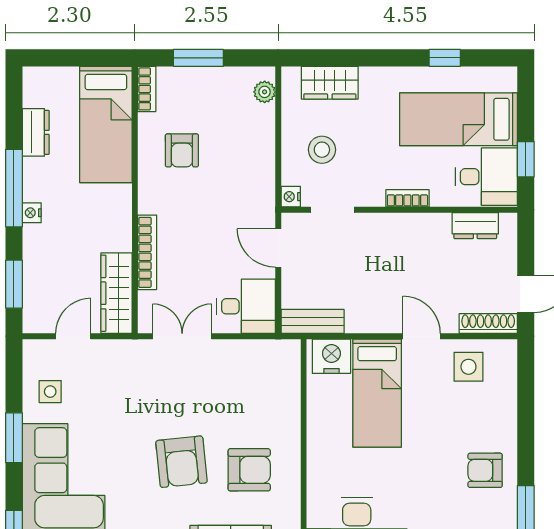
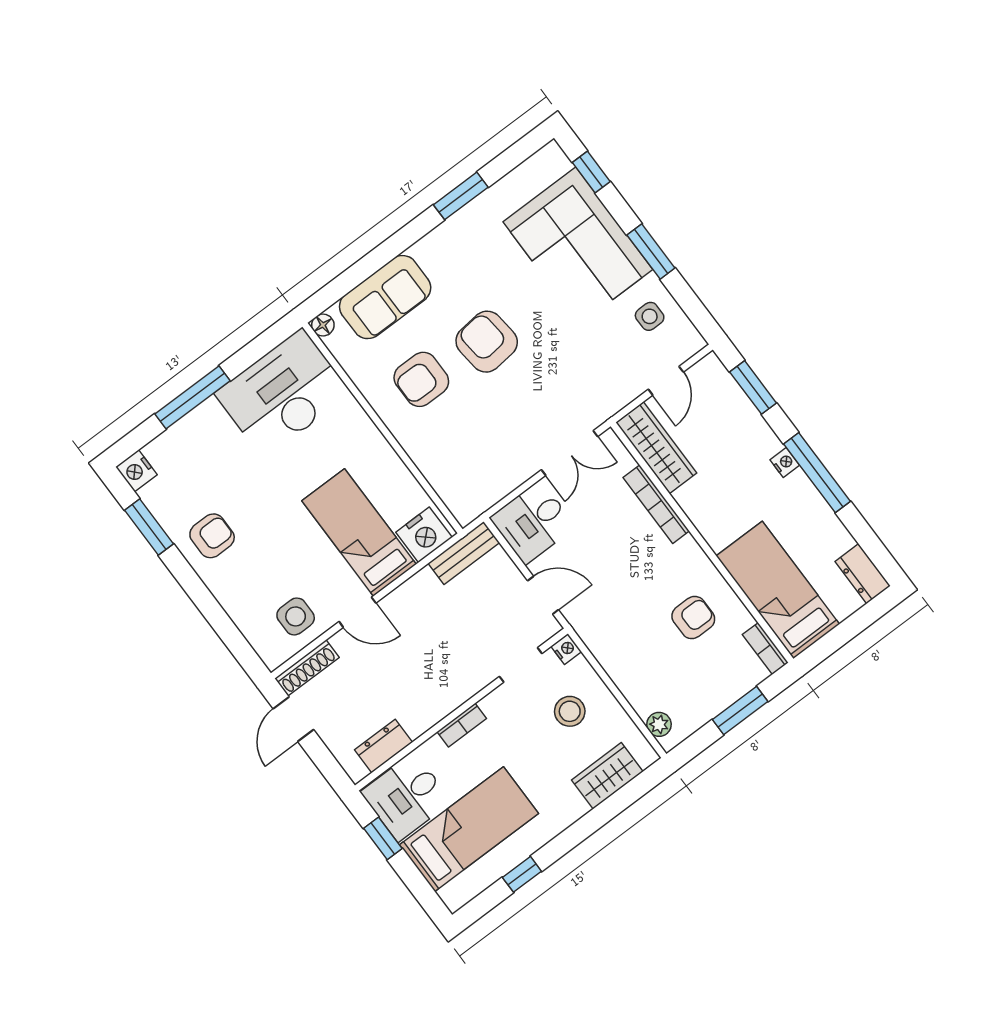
dresser: (36, 132) -> (863, 574), moved
armchair: (182, 150) -> (693, 618), turned 90

